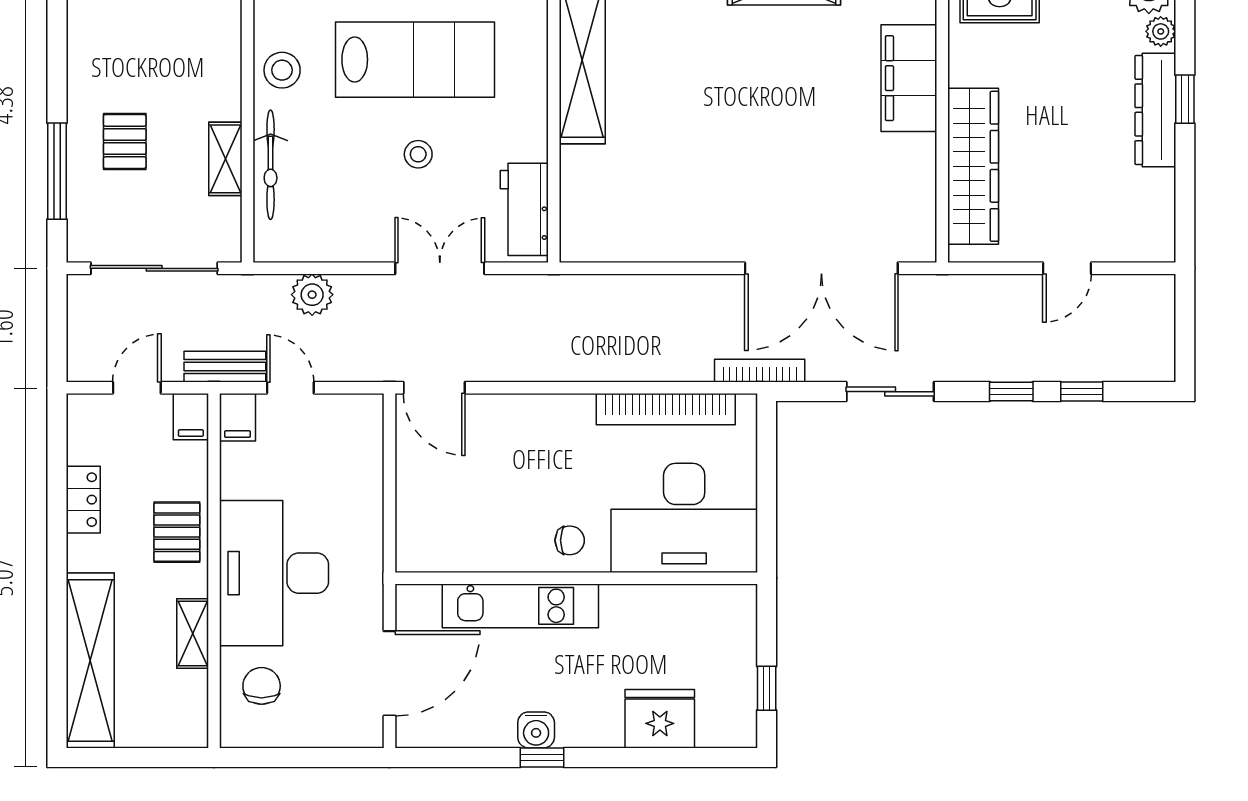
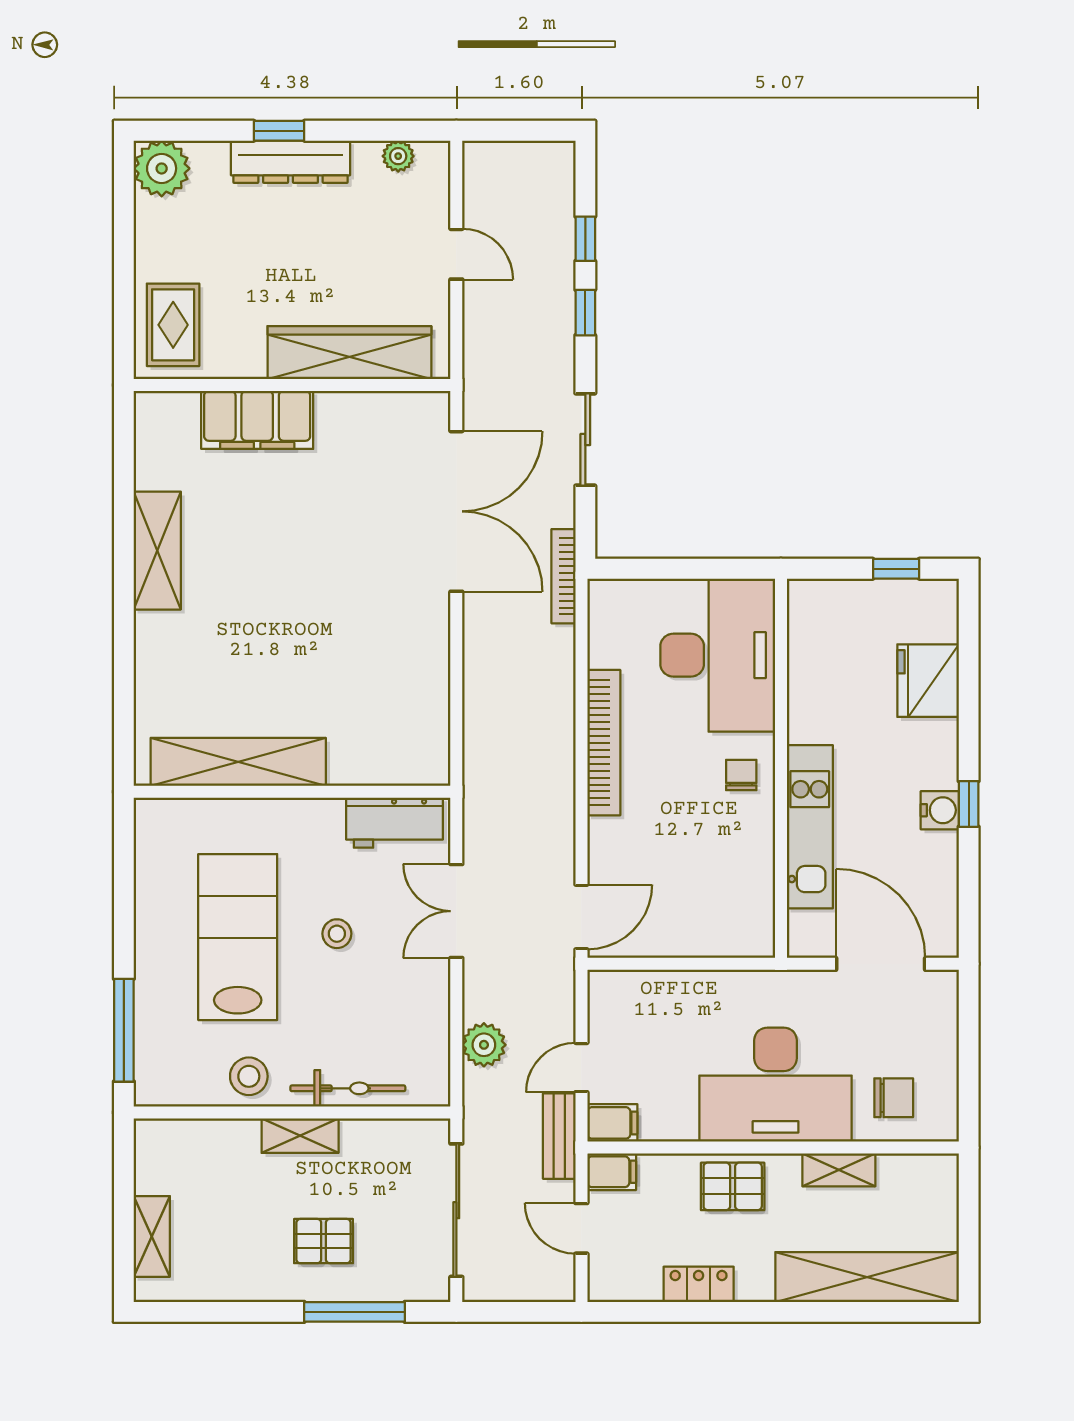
plant: (1161, 31) -> (398, 156), moved
shelving: (225, 159) -> (300, 1136), moved
bookcase: (666, 409) -> (604, 743), moved
chair: (262, 686) -> (894, 1098), turned 180

